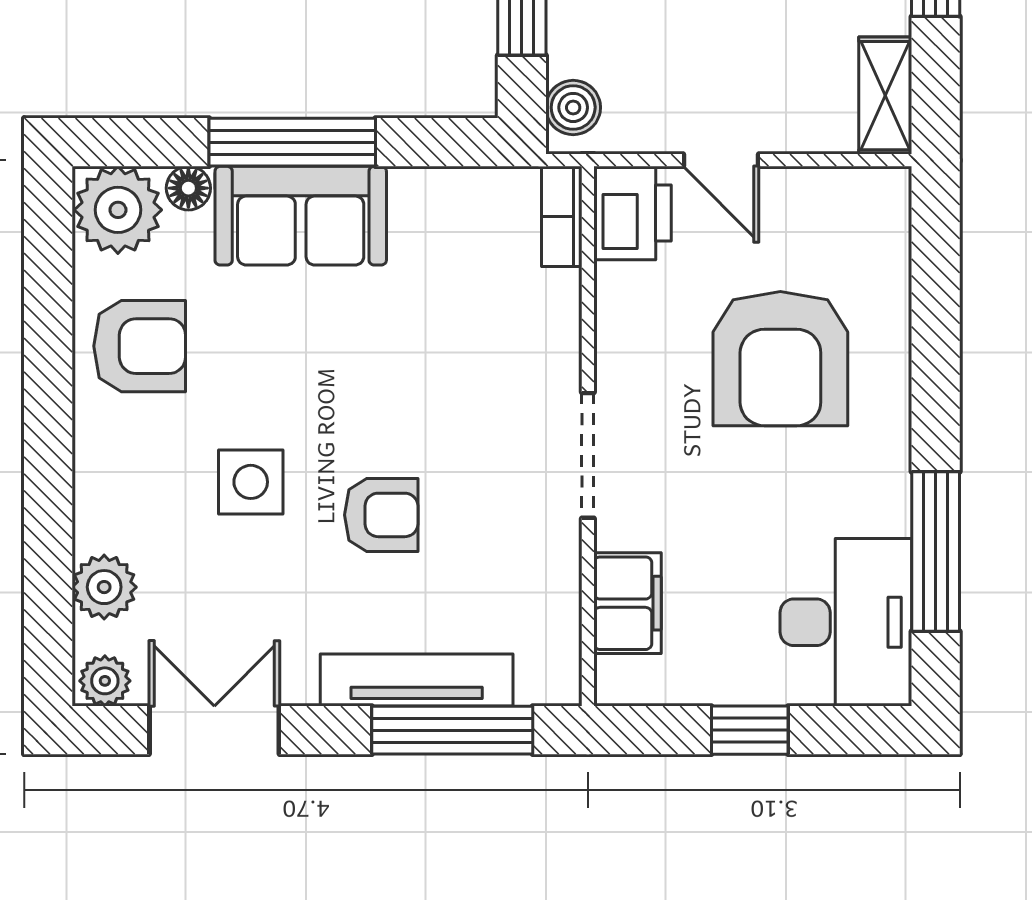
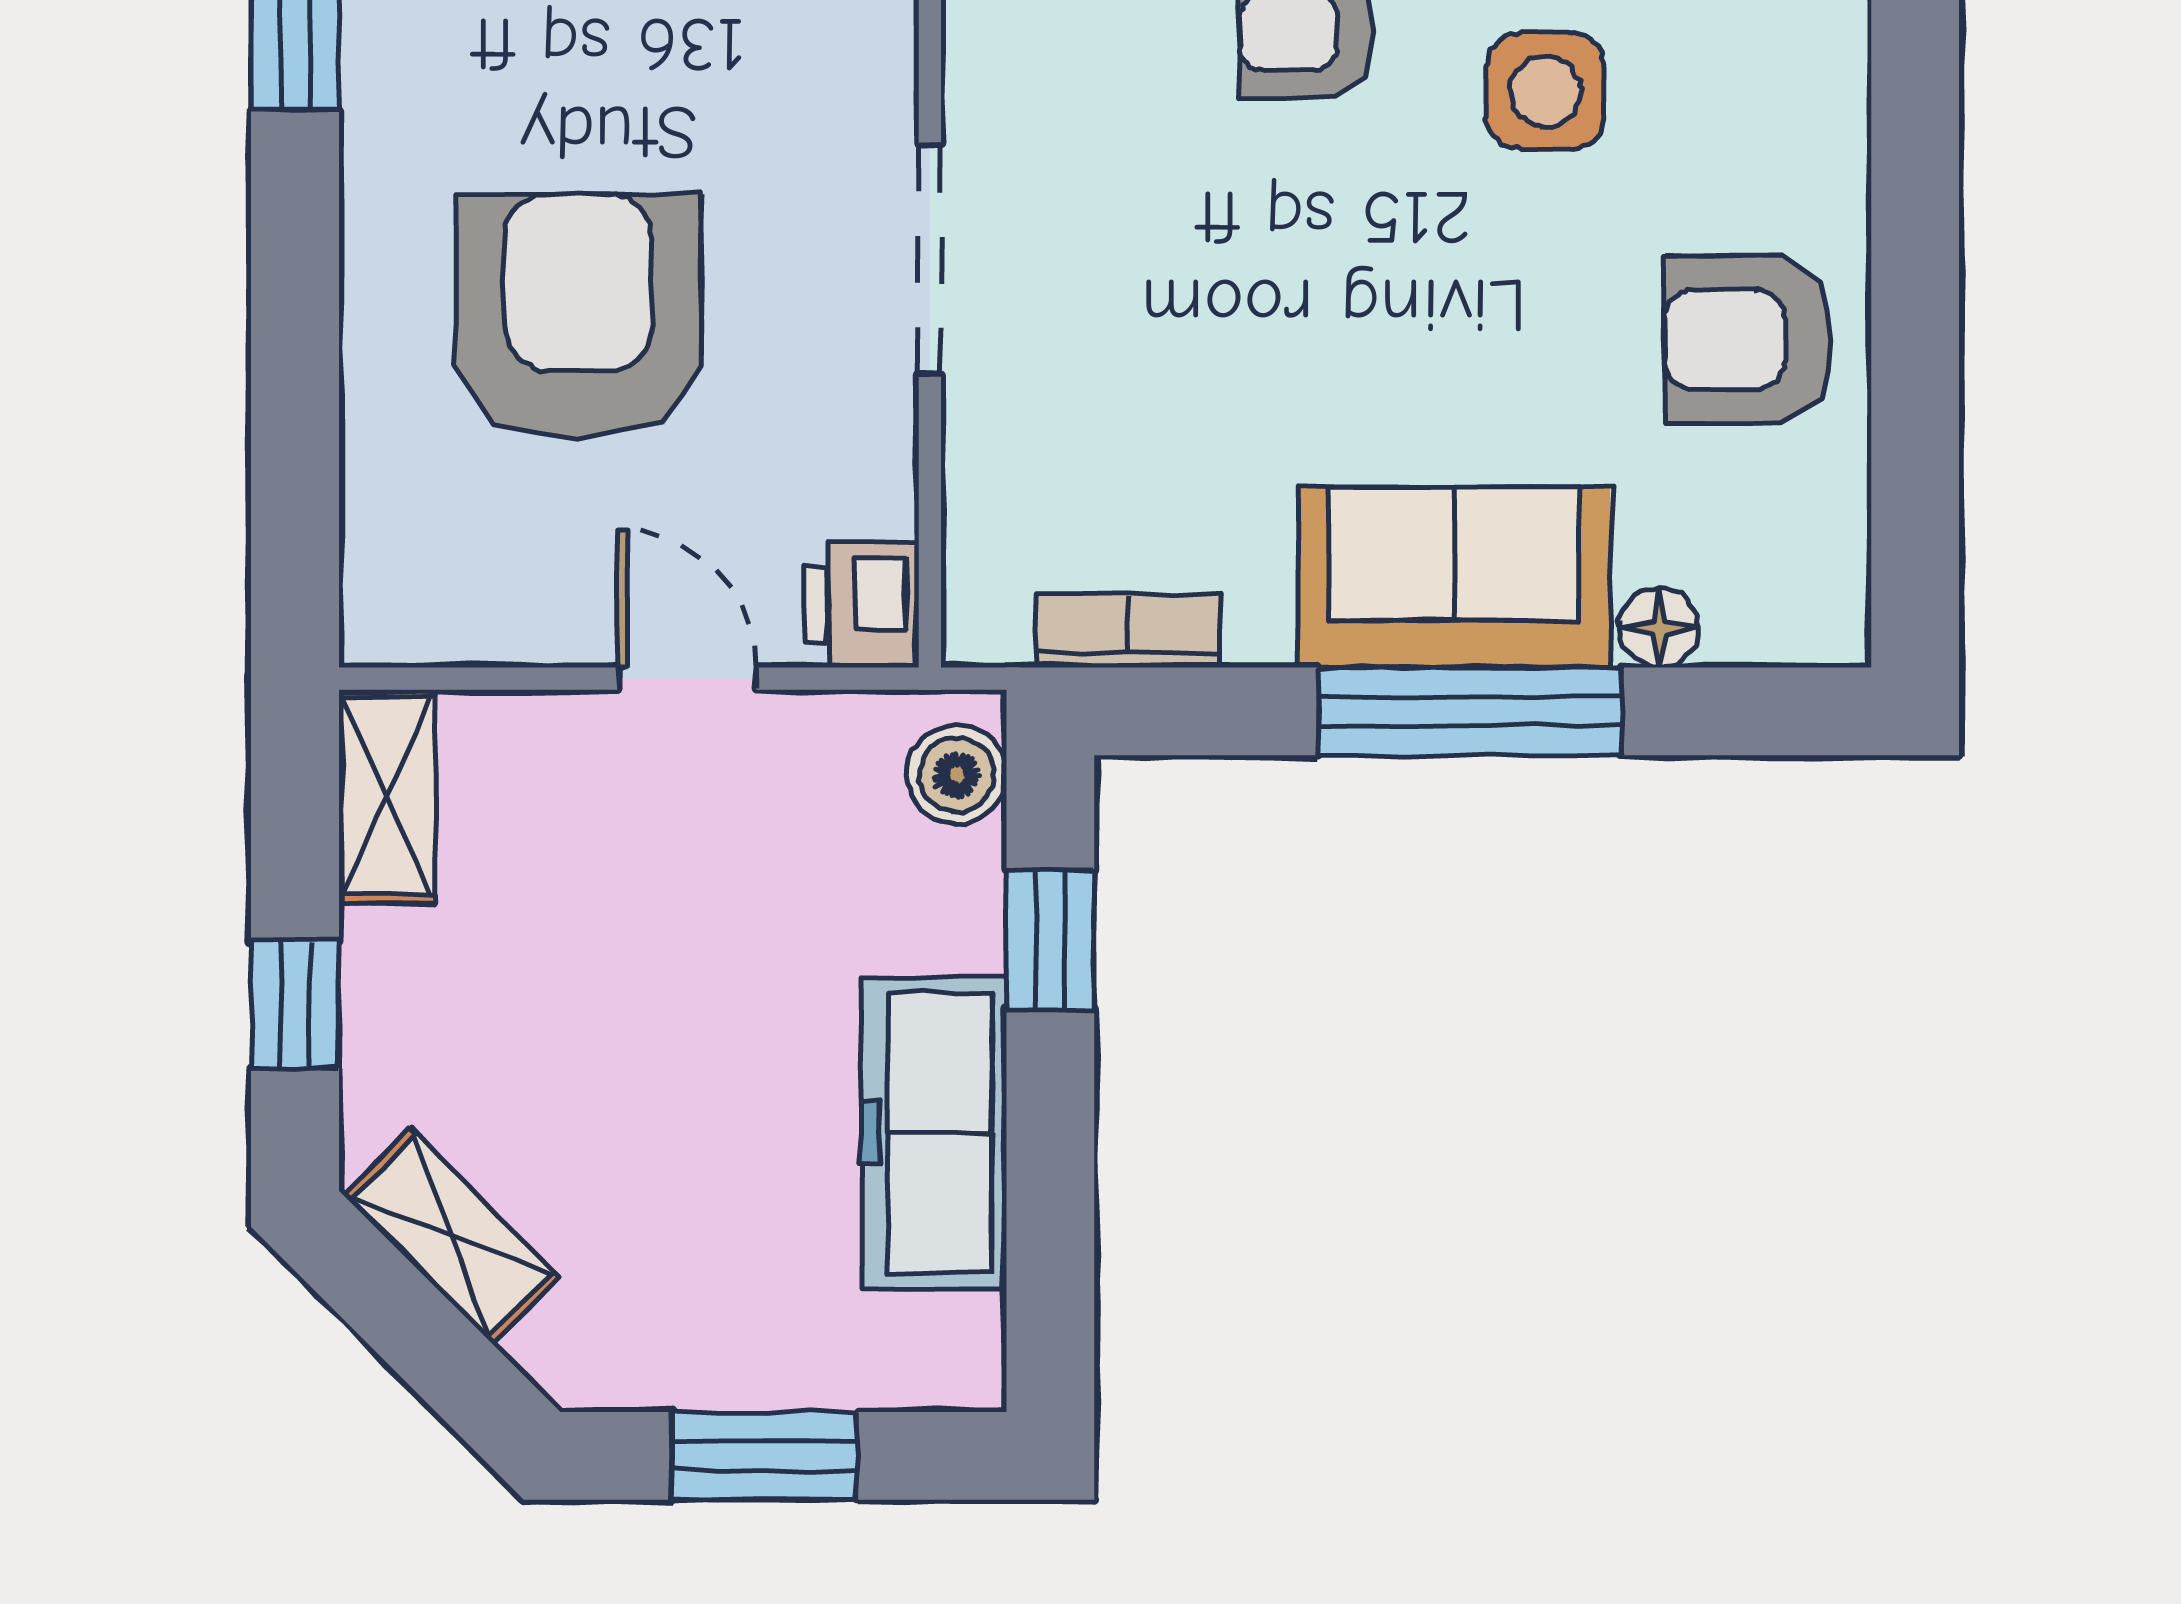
plant: (118, 210) -> (1787, 588), removed
printer: (633, 213) -> (862, 605), width x0.73, depth x0.81
bookcase: (562, 216) -> (1128, 631), moved, turned -90
doorway: (588, 455) -> (930, 259), moved

